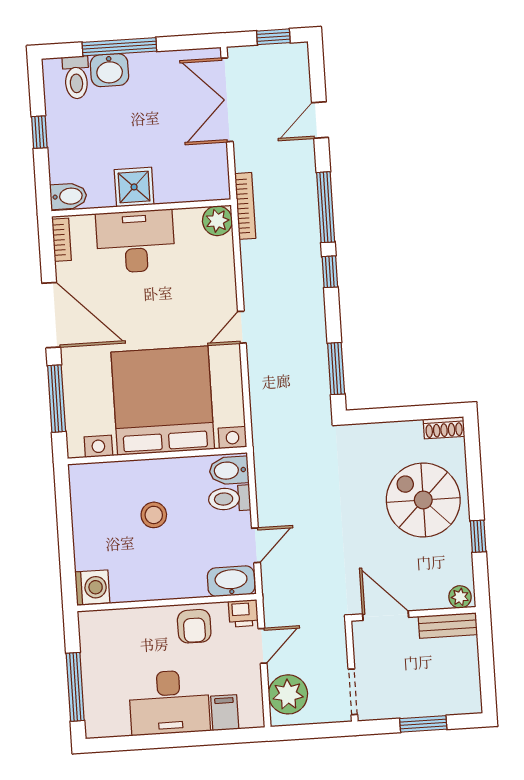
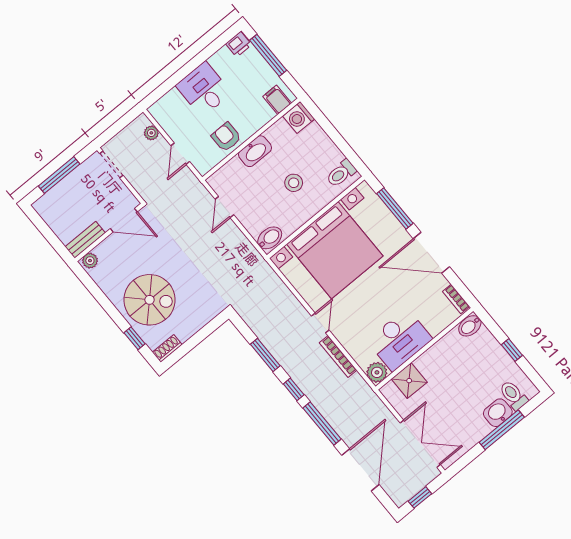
door: (320, 120) -> (360, 470), width x1.87
shower: (134, 187) -> (409, 381), moved
bookcase: (245, 206) -> (338, 356), moved
desk: (135, 241) -> (400, 340), moved
window: (336, 369) -> (265, 355), moved
toilet: (229, 499) -> (341, 173), moved, turned 180
window: (478, 536) -> (135, 338), moved
washbasin: (231, 581) -> (255, 151), moved
printer: (243, 613) -> (239, 44), moved, turned 180
plant: (288, 694) -> (151, 133), width x0.53, depth x0.53
desk: (169, 702) -> (204, 89), width x0.73
filing cabinet: (225, 713) -> (277, 100), moved, turned 180
window: (423, 724) -> (59, 175), width x1.44

